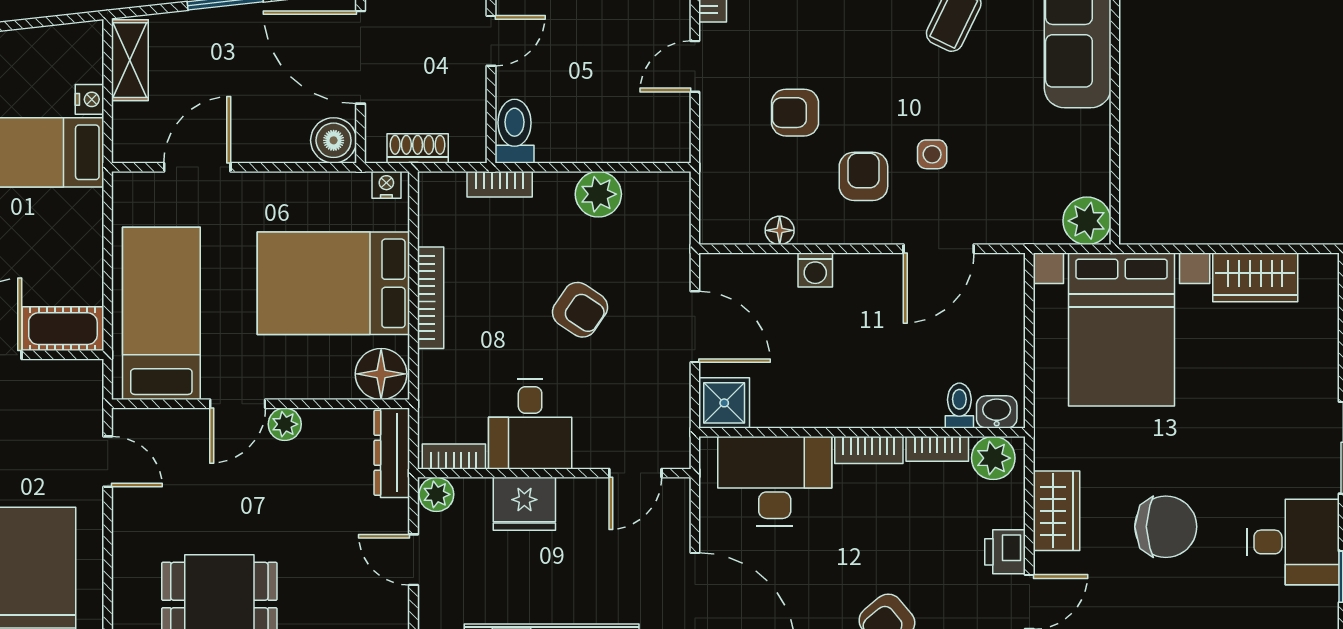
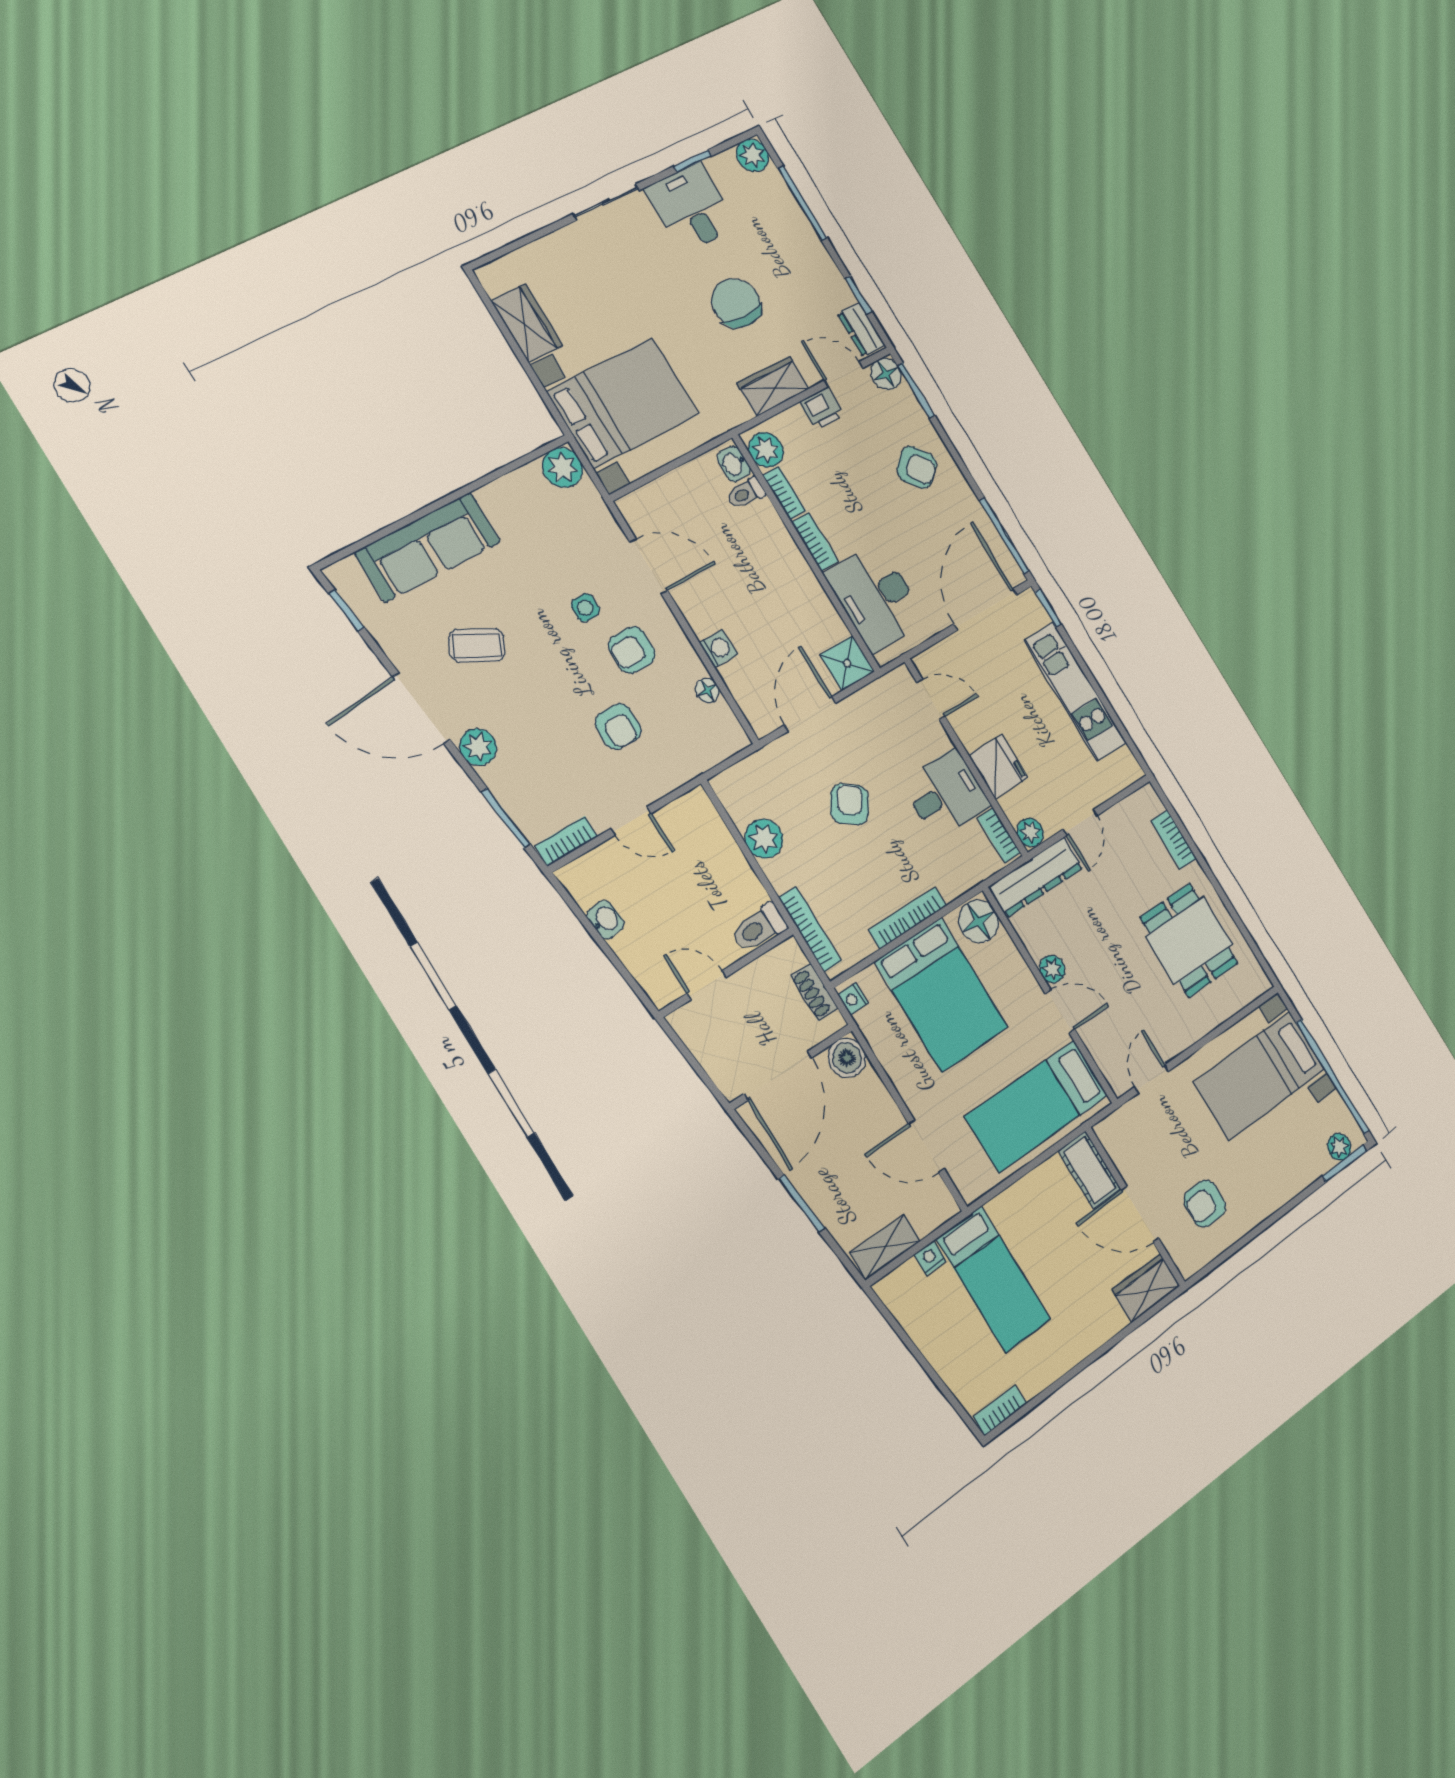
bookcase: (500, 184) -> (810, 929), width x1.56
dresser: (392, 453) -> (1036, 877), width x1.37, depth x1.24

